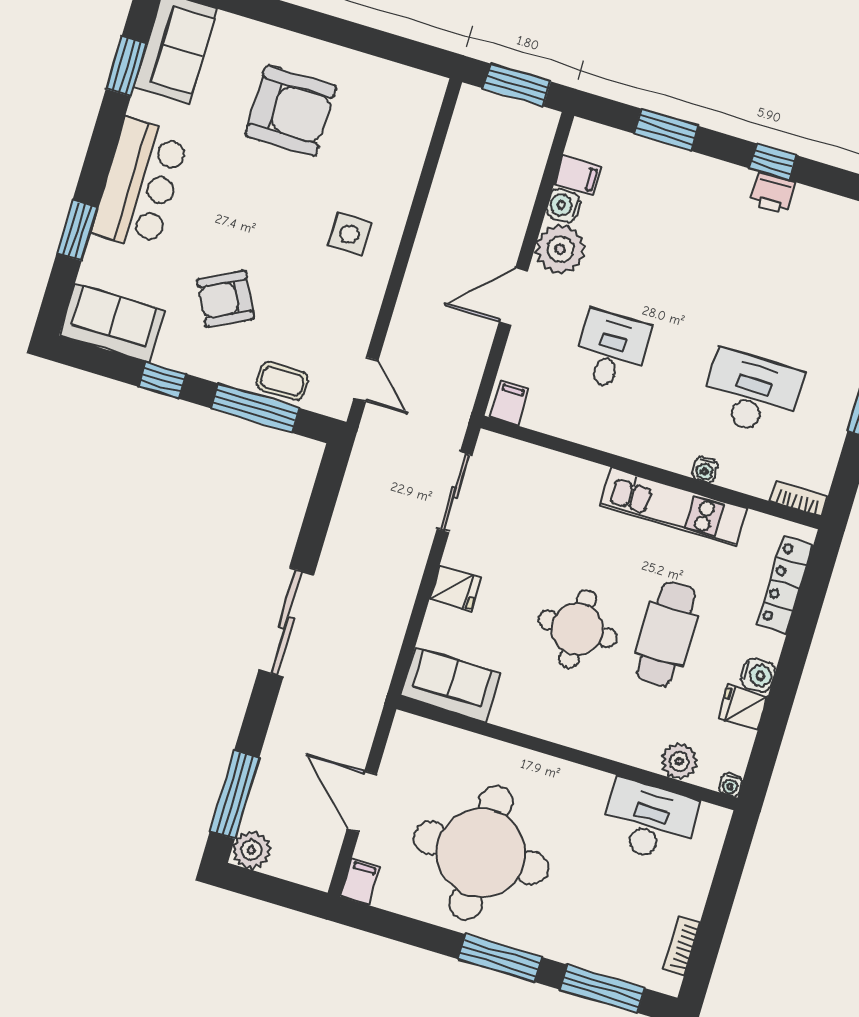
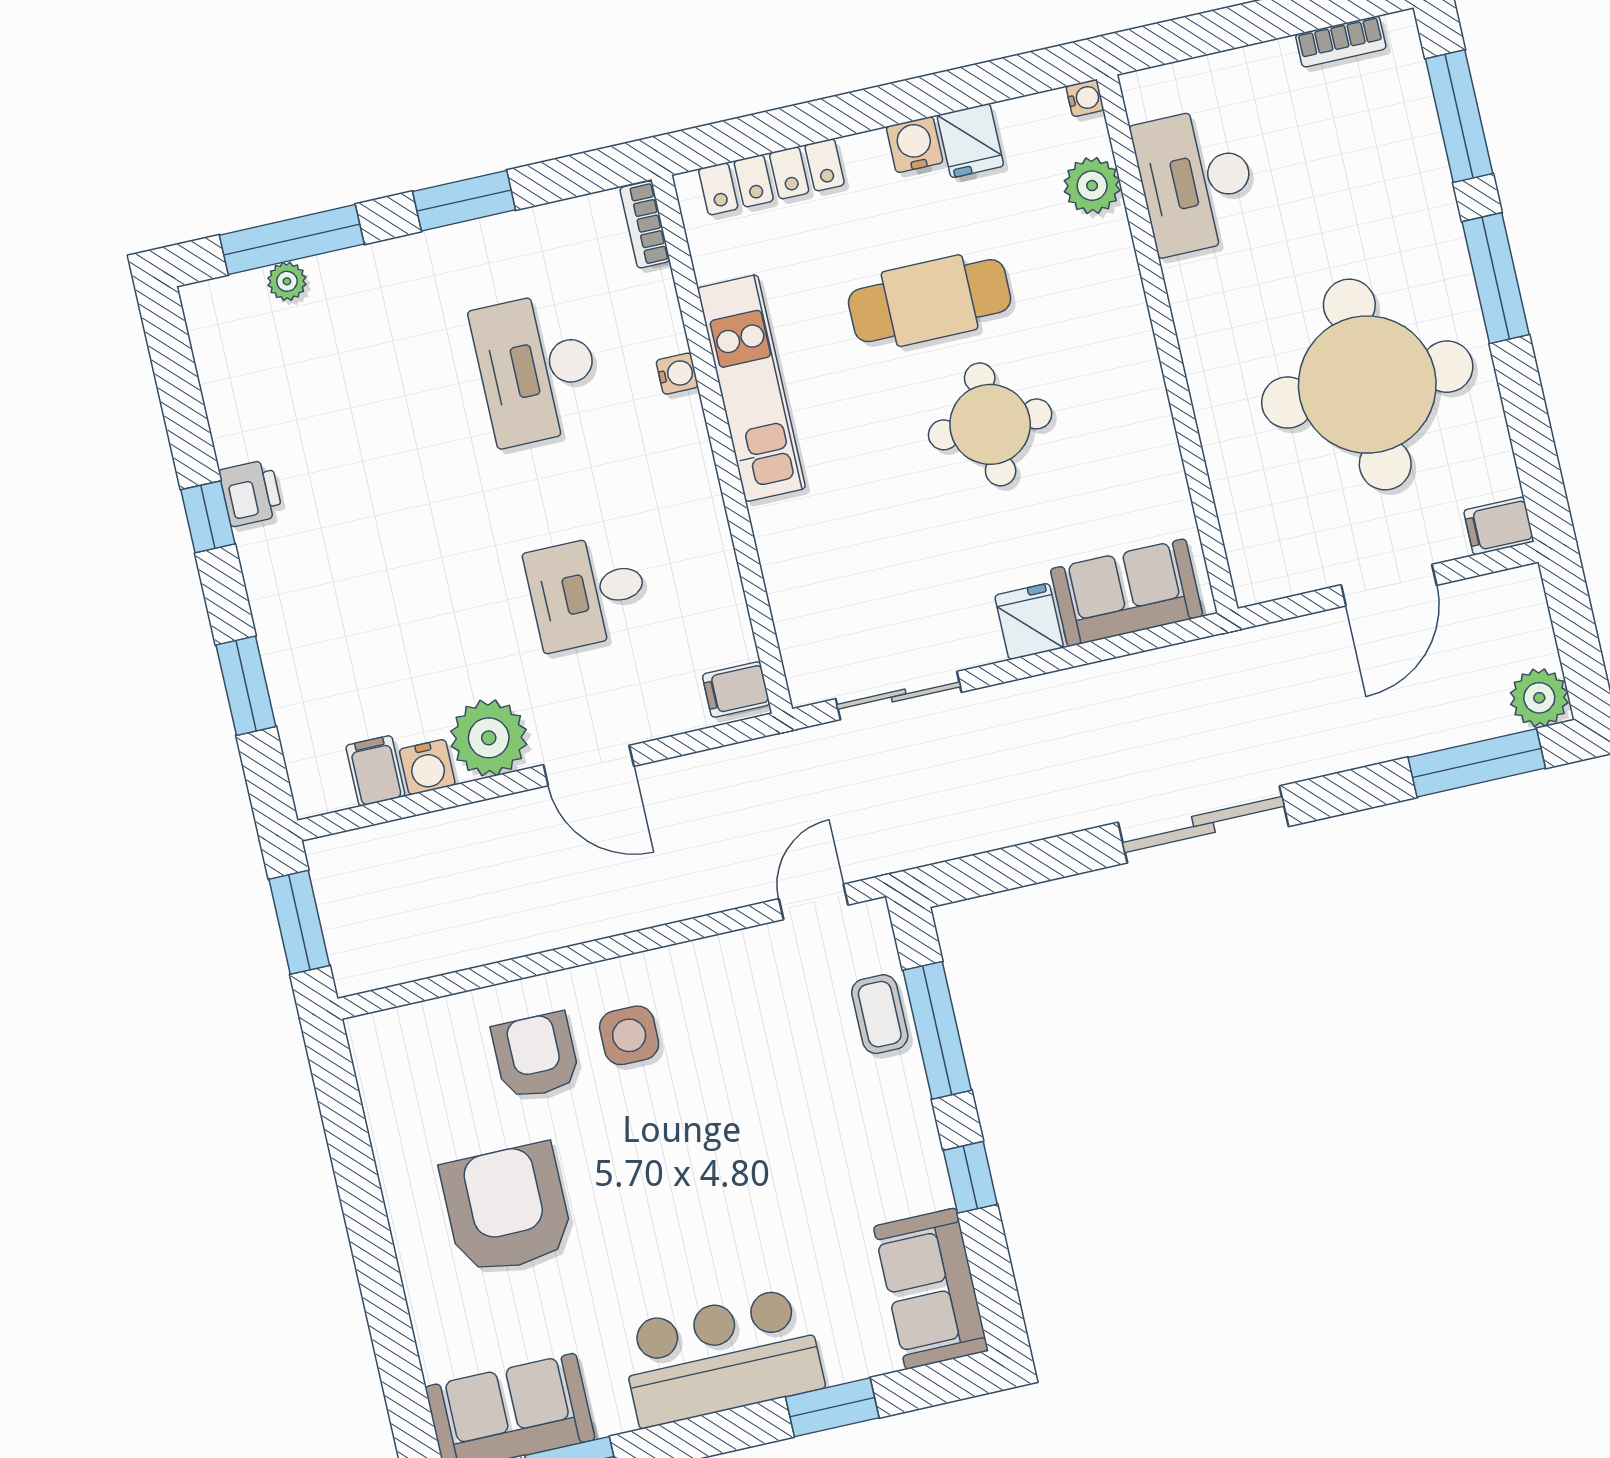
armchair: (226, 299) -> (536, 1056), moved, turned -153
sofa: (450, 685) -> (1127, 593), moved, turned 90

